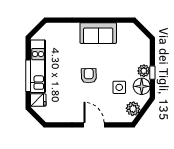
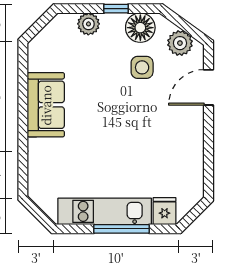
plant: (144, 71) -> (88, 24), moved
armchair: (89, 76) -> (121, 121), removed
door: (94, 125) -> (209, 87), moved

